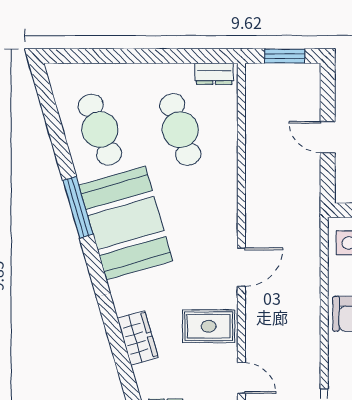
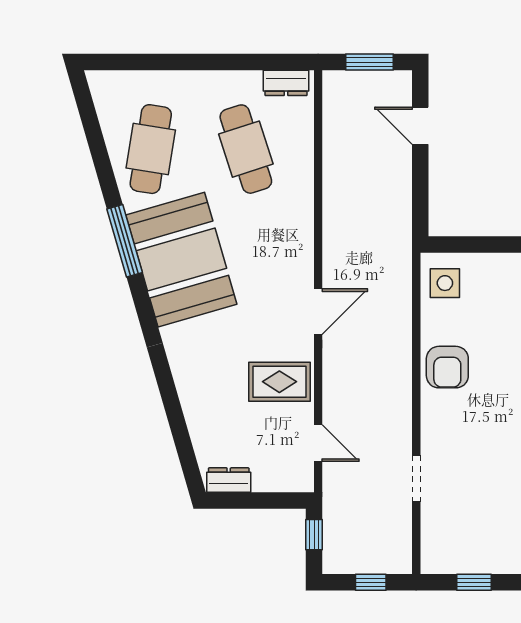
cafe table: (100, 130) -> (151, 149), turned 30
door: (328, 137) -> (420, 126), moved
wardrobe: (138, 338) -> (195, 396), removed

